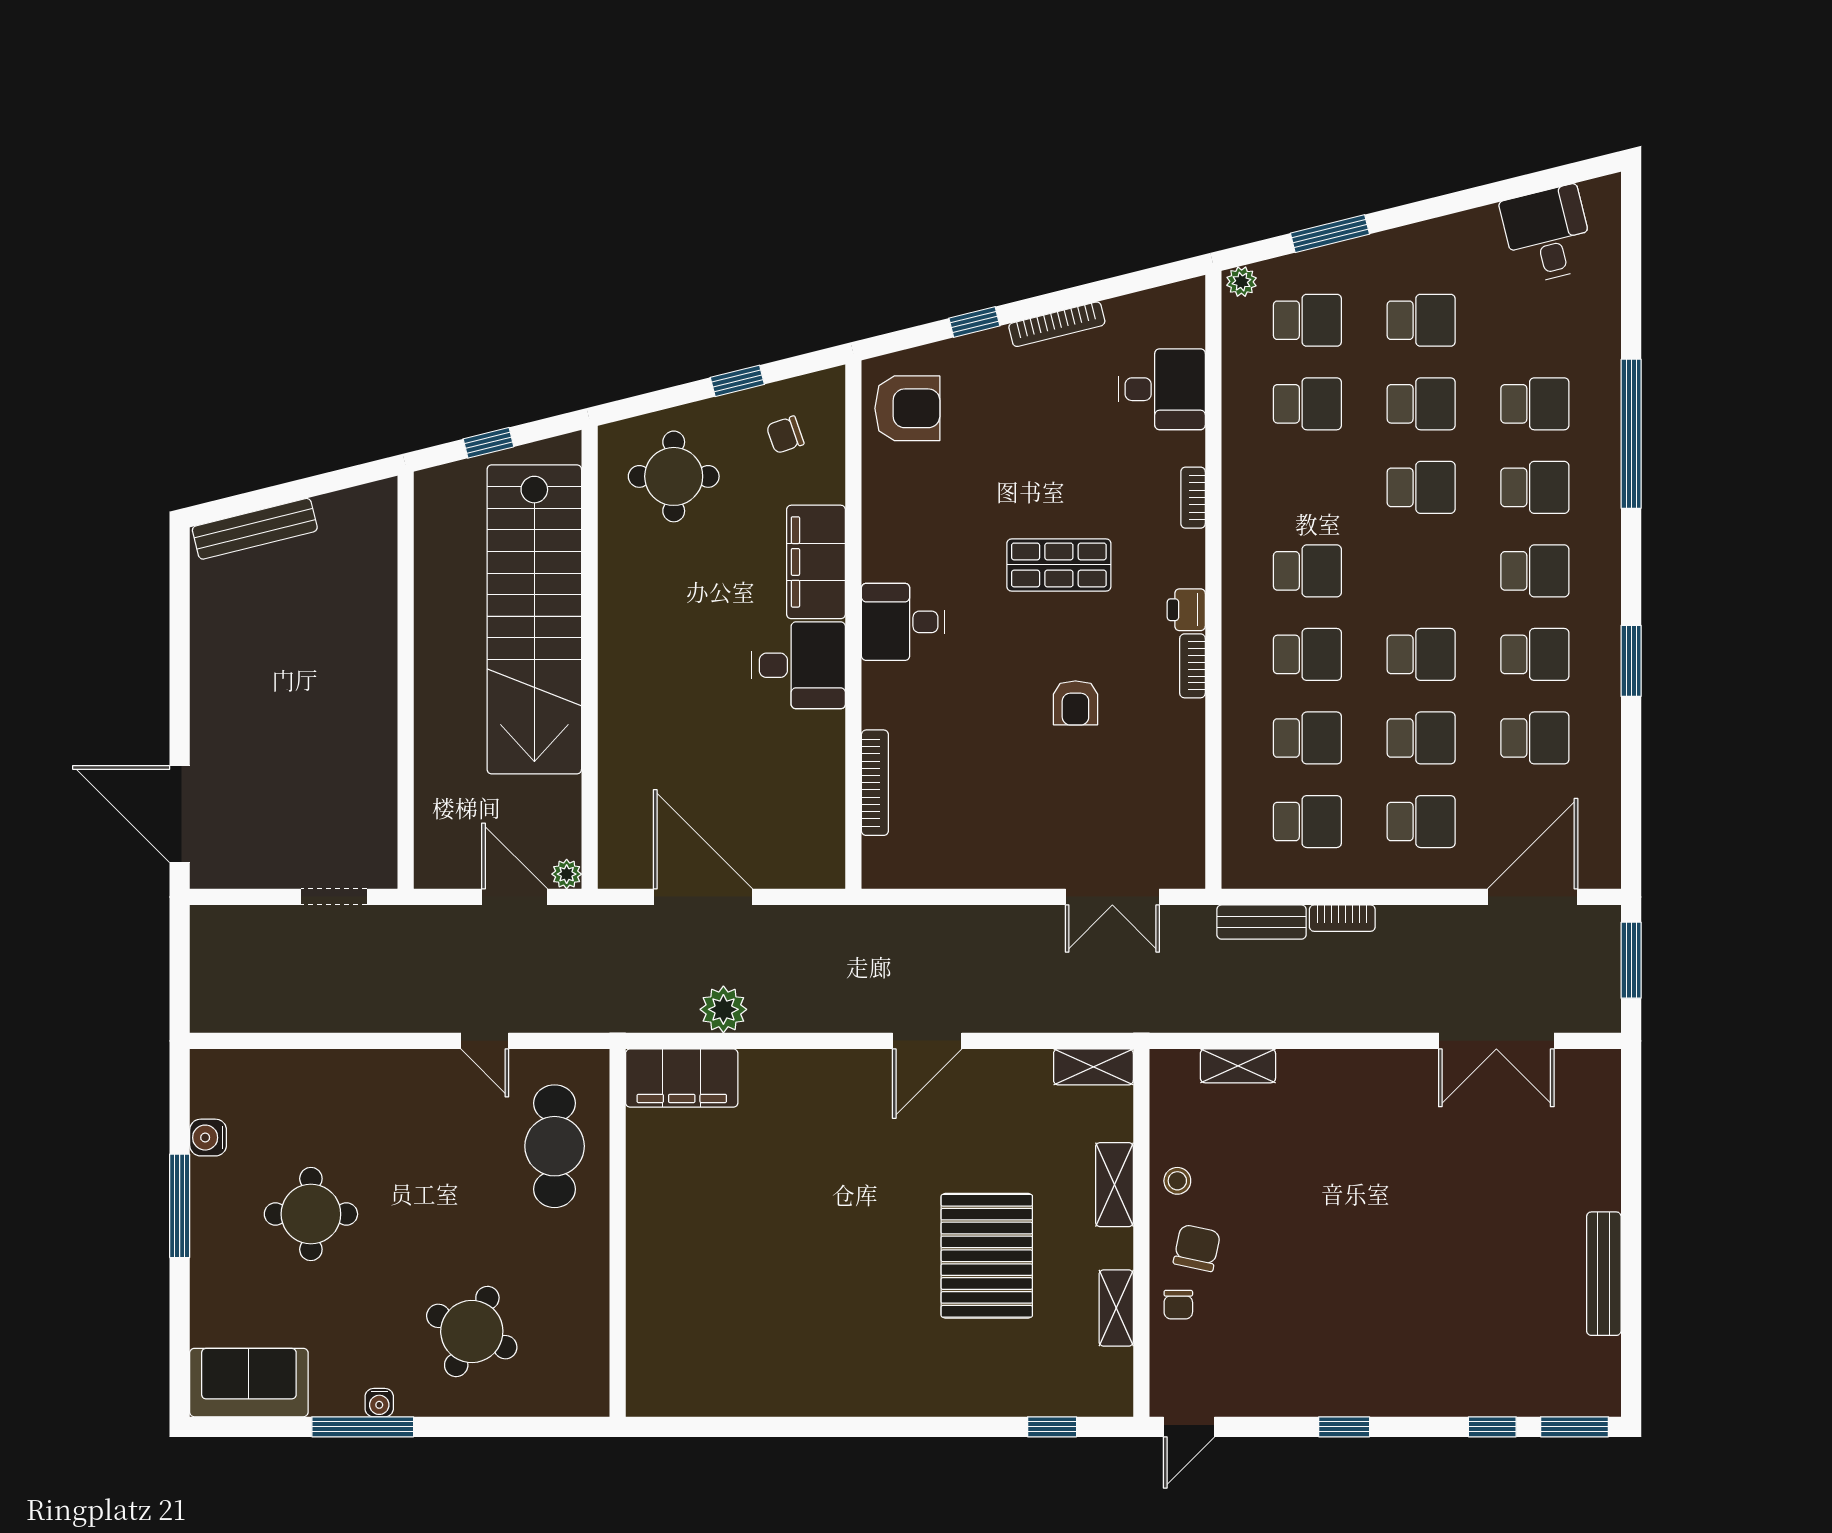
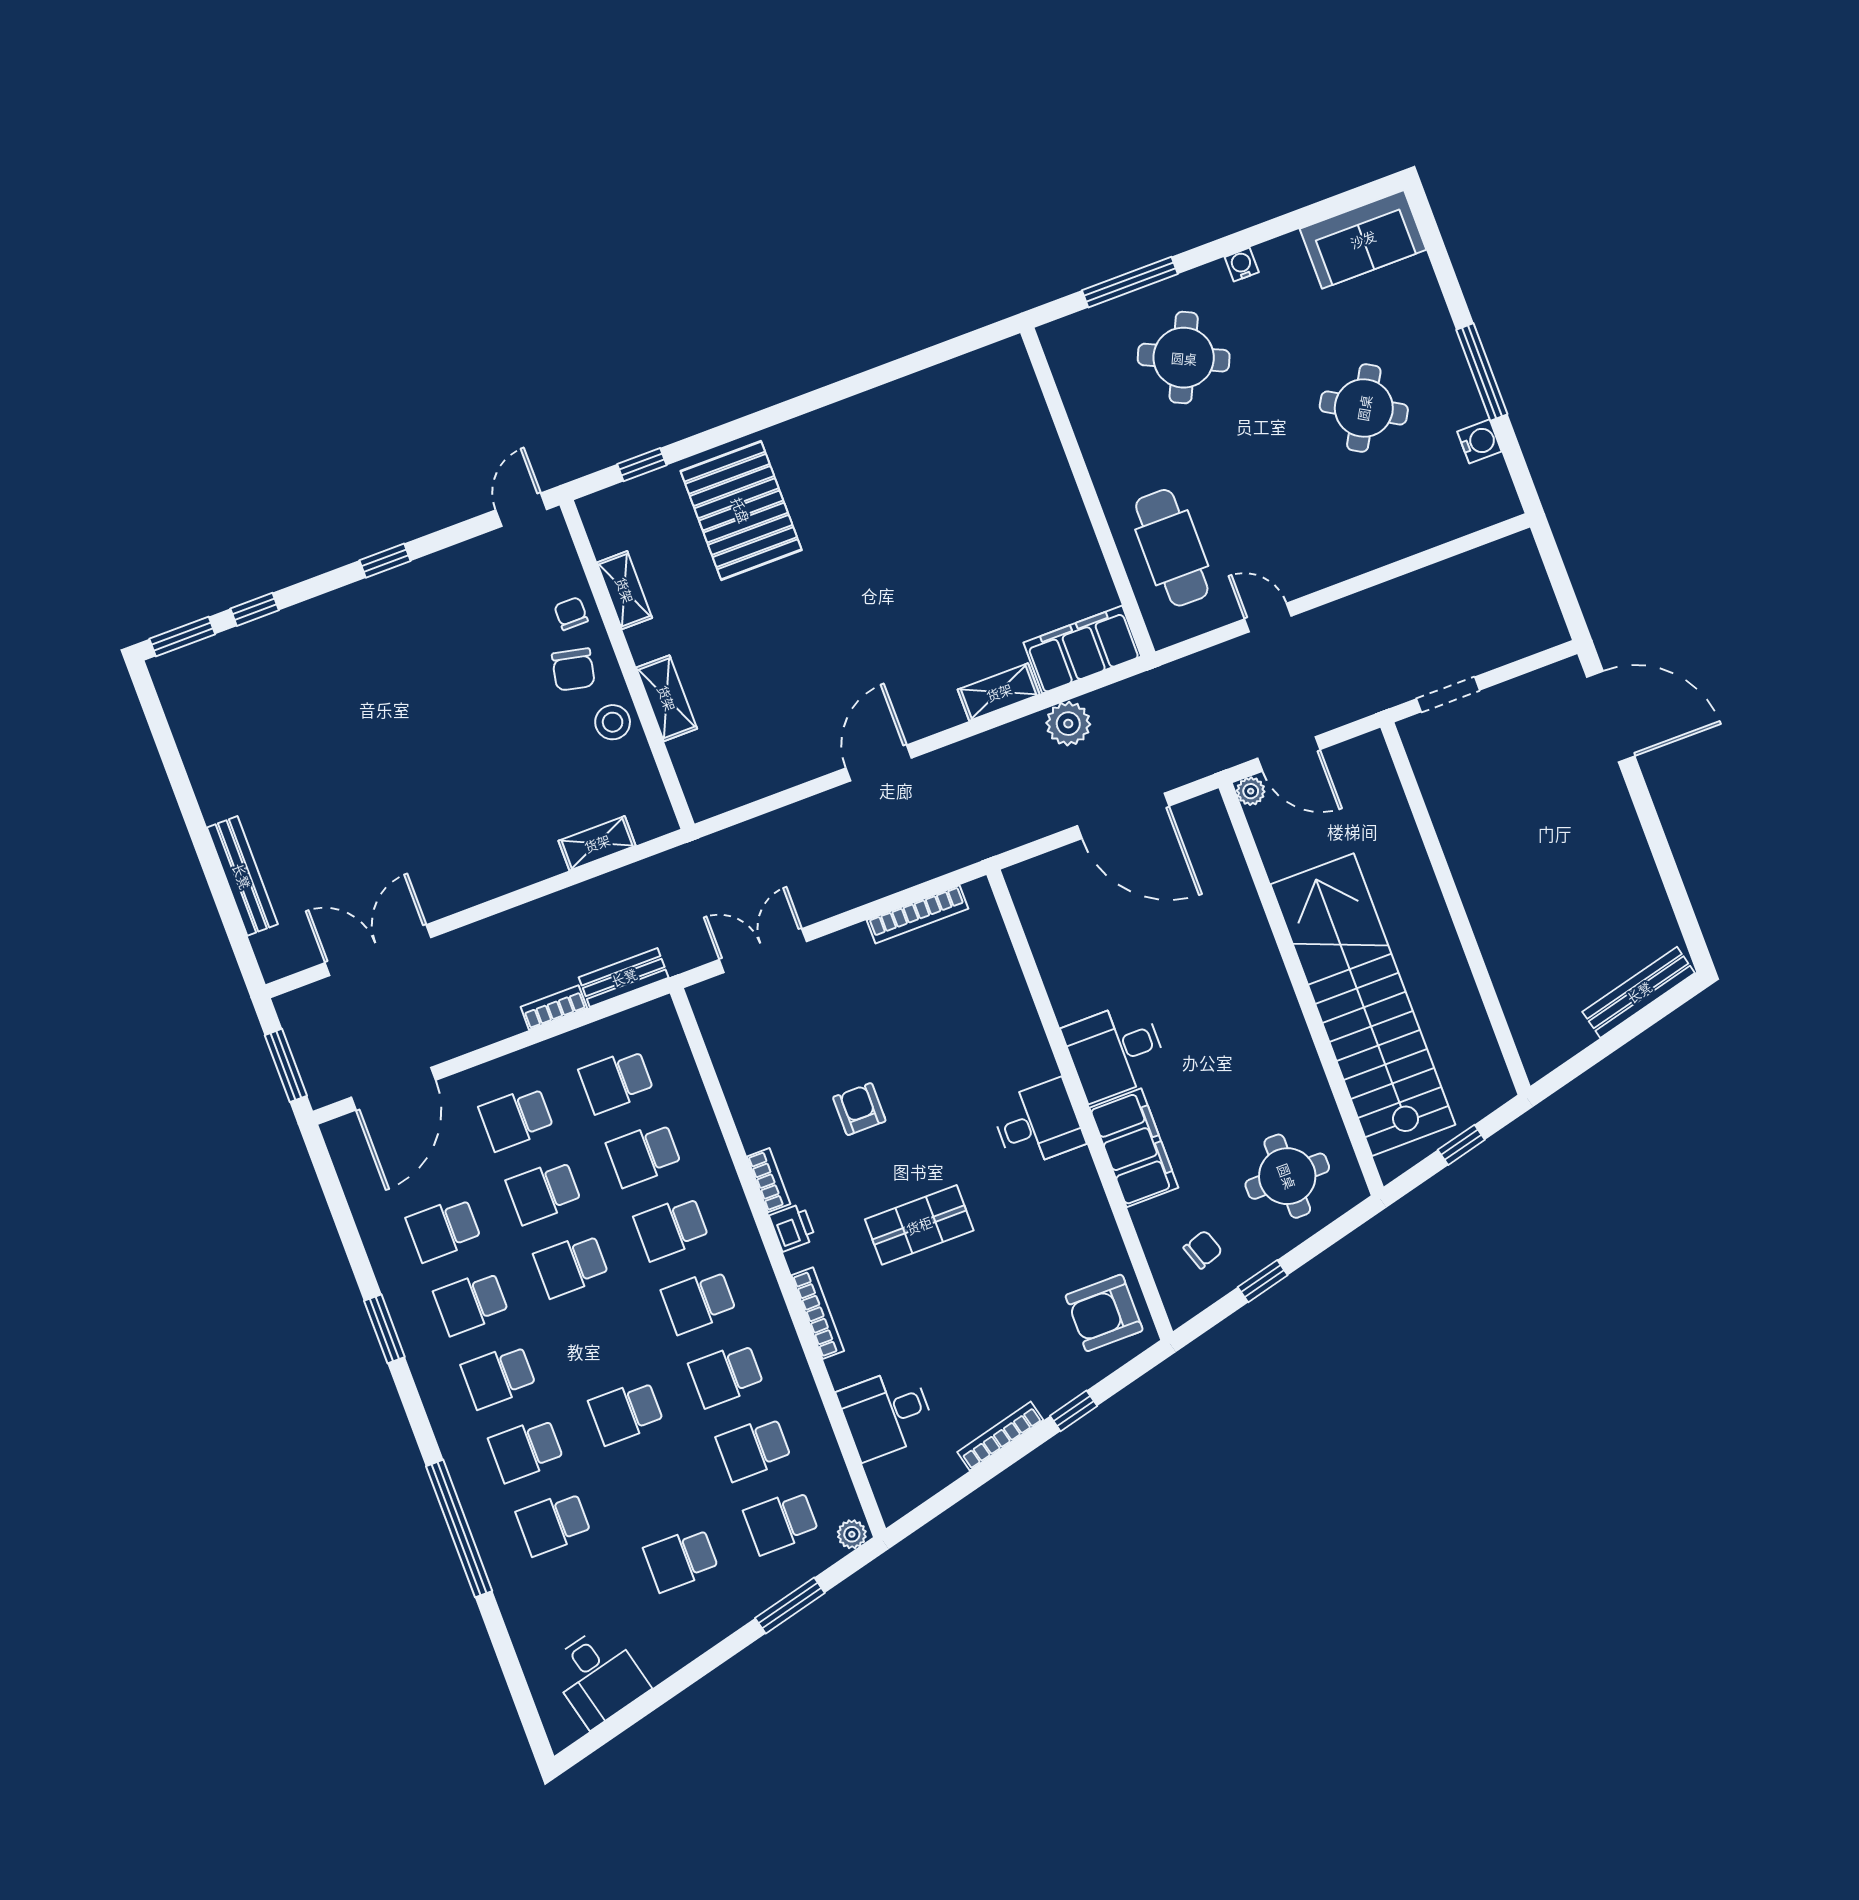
school desk: (1421, 404) -> (726, 1375), moved
bookcase: (1193, 498) -> (818, 1313), width x1.56
bookcase: (875, 783) -> (917, 914), moved, turned -90
shelving: (1093, 1067) -> (999, 692), moved
stool: (1177, 1181) -> (613, 722), width x1.37, depth x1.37
round table: (311, 1214) -> (1364, 408), turned 30
pallet: (987, 1256) -> (741, 510), moved
bench: (1604, 1274) -> (242, 876), moved
window: (363, 1427) -> (1130, 282), moved

